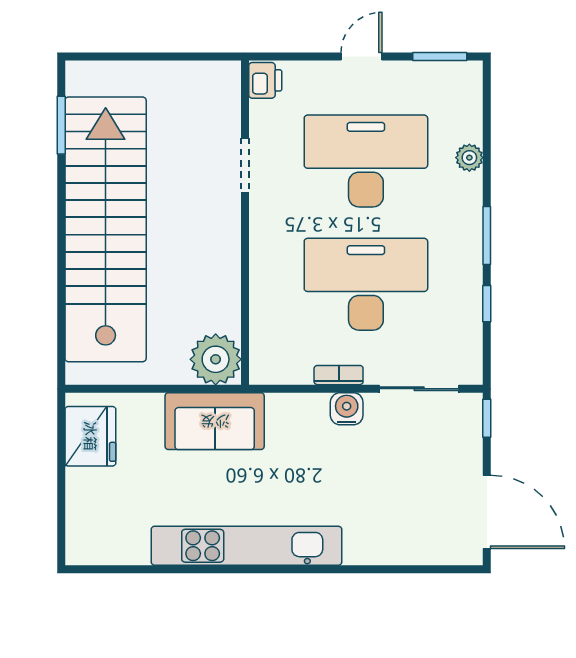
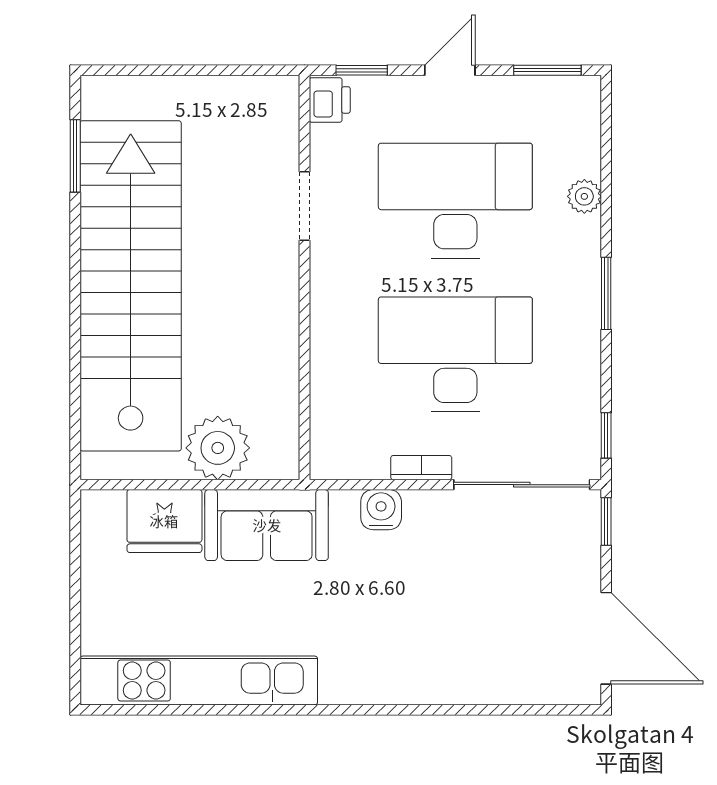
window: (291, 57) -> (362, 70), added
window: (487, 304) -> (606, 435), moved
plant: (216, 359) -> (218, 448), moved
sliding door: (419, 389) -> (522, 485), width x1.37
water cooler: (347, 409) -> (381, 510), moved
fridge: (90, 436) -> (164, 521), moved, turned 90
kitchen unit: (246, 546) -> (199, 681), moved

